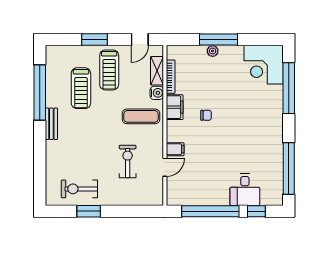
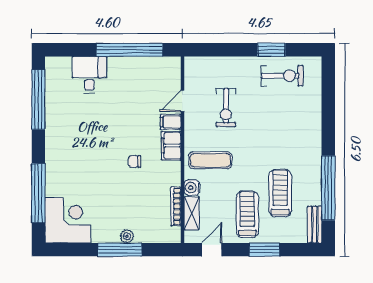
filing cabinet: (175, 107) -> (171, 146), moved
bench: (51, 124) -> (315, 225), moved
window: (256, 211) -> (76, 50), removed

